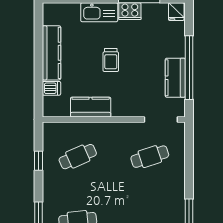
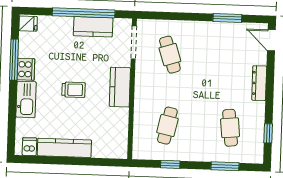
dishwasher: (51, 88) -> (29, 147), moved
kitchen counter: (91, 107) -> (120, 87), moved
cafe table: (78, 157) -> (167, 126), turned 36

